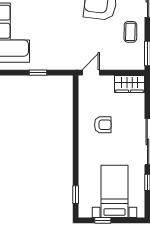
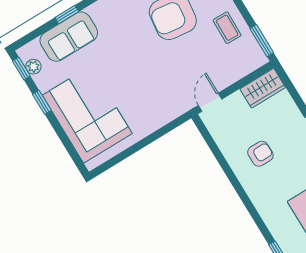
window: (38, 73) -> (150, 139), removed

